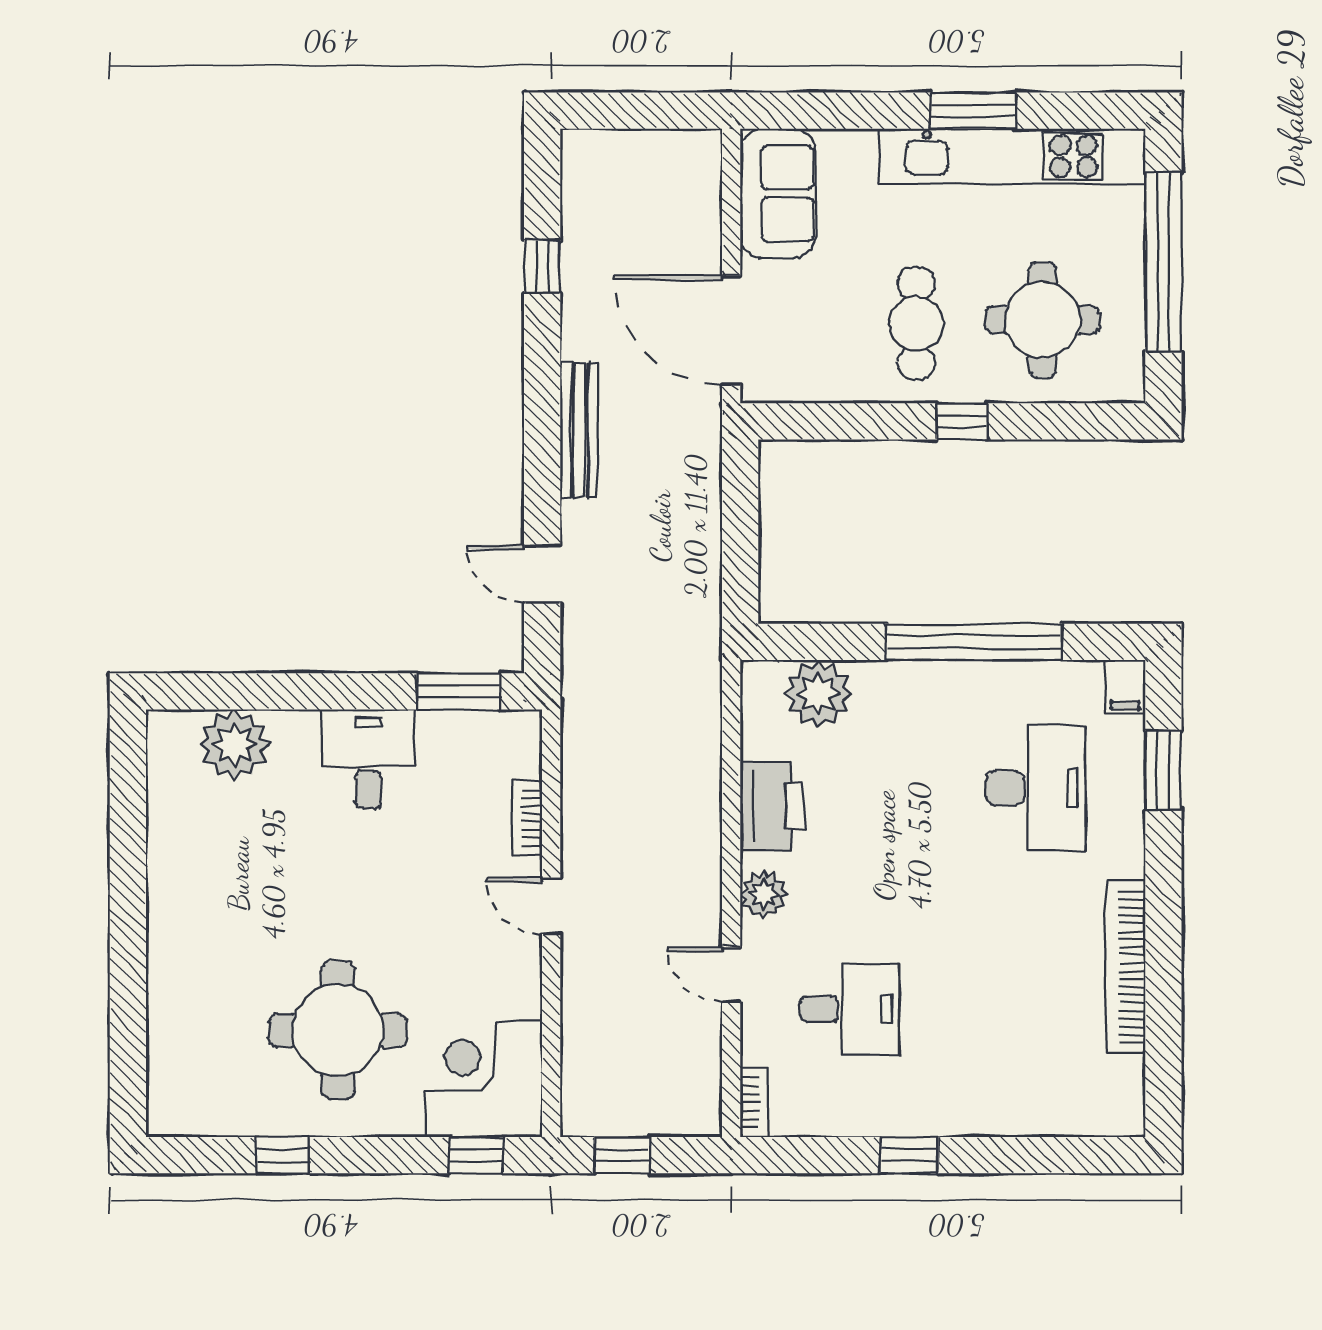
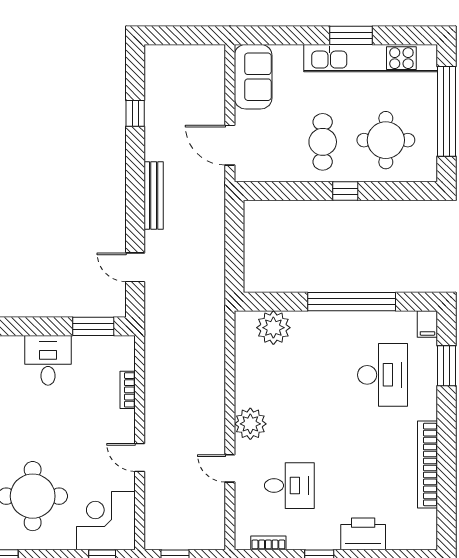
door: (731, 330) -> (230, 145), width x0.73
printer: (772, 806) -> (363, 534), moved, turned -90
plant: (764, 894) -> (250, 424), width x1.36, depth x1.36
door: (551, 906) -> (140, 457), moved
bookcase: (754, 1102) -> (268, 543), moved, turned -90

